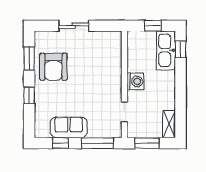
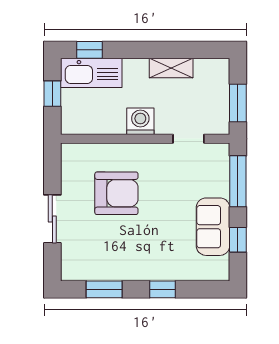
armchair: (53, 67) -> (116, 193), moved
shelving: (169, 124) -> (171, 68), moved

